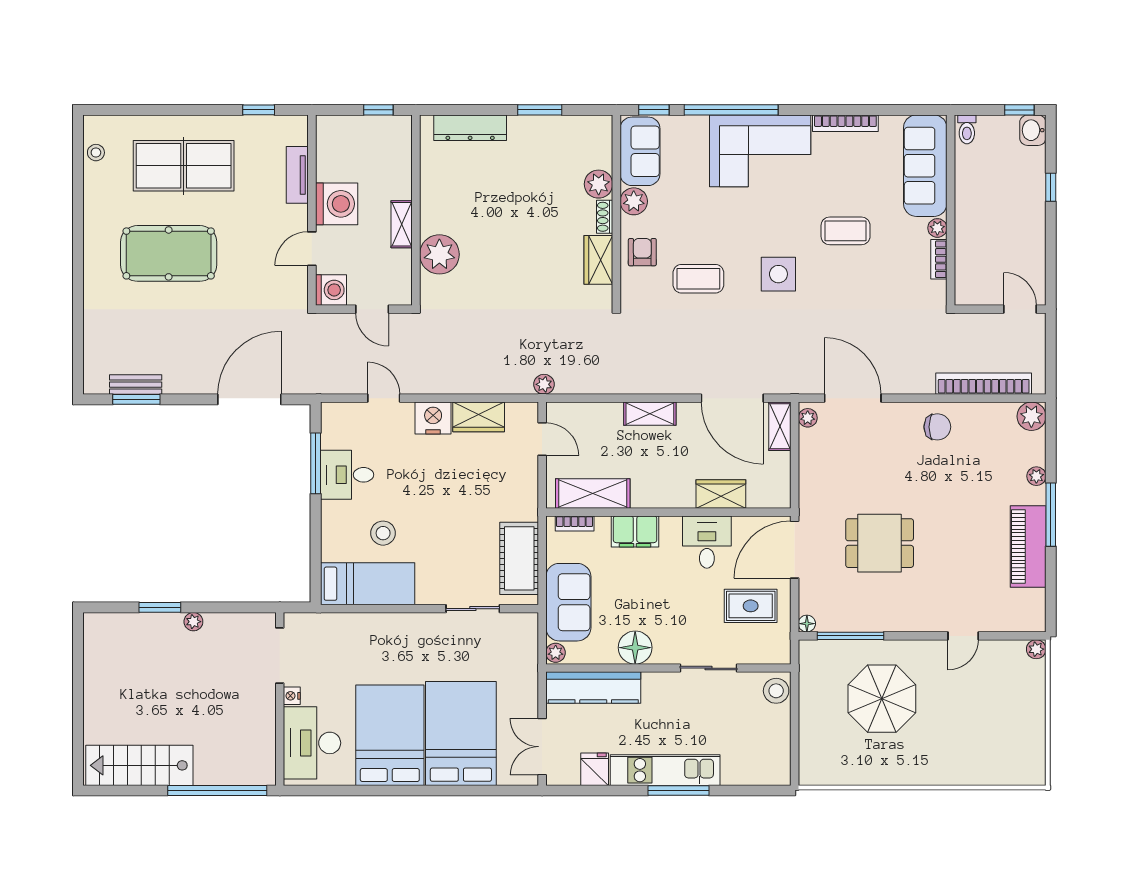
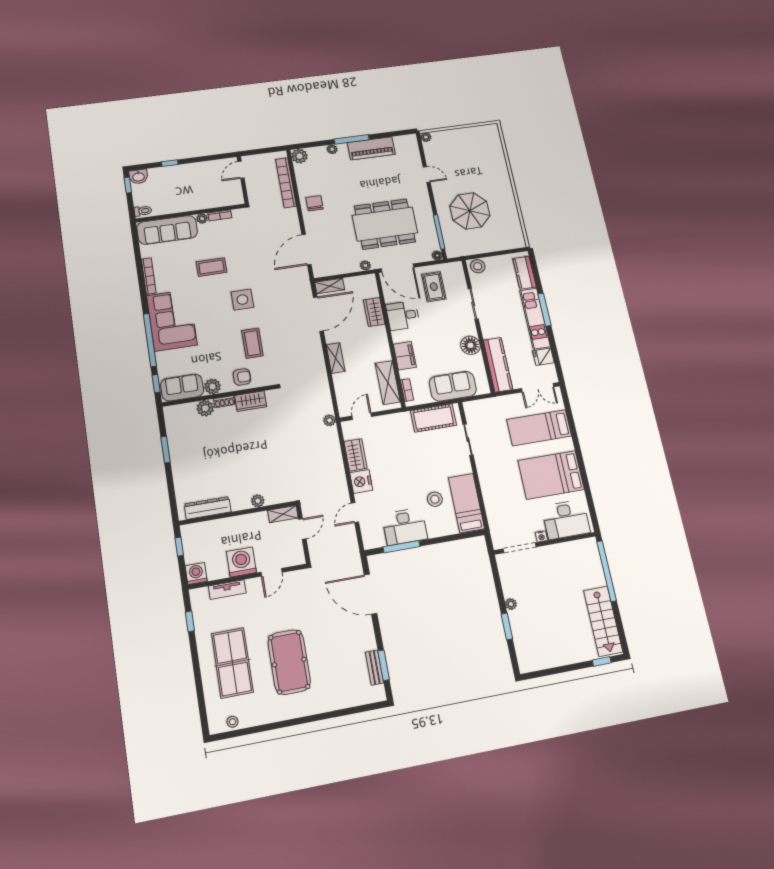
dresser: (470, 128) -> (208, 508), moved, turned -90
shelving: (402, 224) -> (283, 514), moved
coffee table: (846, 231) -> (211, 267), turned 90
door: (312, 249) -> (271, 572), hinge flipped
armchair: (642, 252) -> (242, 377), turned 180
plant: (439, 254) -> (258, 501), width x0.53, depth x0.53
washing machine: (331, 290) -> (196, 574), moved
plant: (808, 418) -> (365, 266), moved
desk: (347, 475) -> (405, 527), width x1.37
dining table: (880, 543) -> (385, 224), width x1.88, depth x1.24
plant: (556, 653) -> (483, 389), removed
bed: (461, 734) -> (539, 428), width x0.67
window: (78, 748) -> (602, 661), added
kitchen counter: (751, 771) -> (525, 273), added

